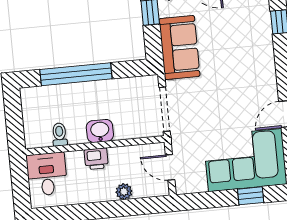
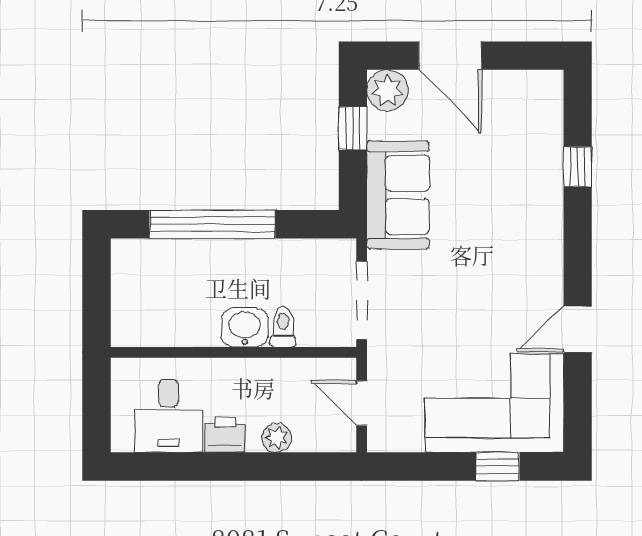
toilet: (59, 134) -> (283, 327), moved
printer: (96, 159) -> (225, 435), moved, turned 180
desk: (47, 174) -> (169, 416), moved, turned 180

